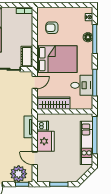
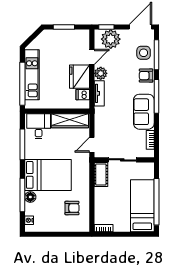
bed: (57, 59) -> (48, 175), moved, turned 180
desk: (82, 85) -> (39, 126), moved, turned 90
plant: (27, 144) -> (101, 73), added
door: (35, 158) -> (92, 57), hinge flipped

